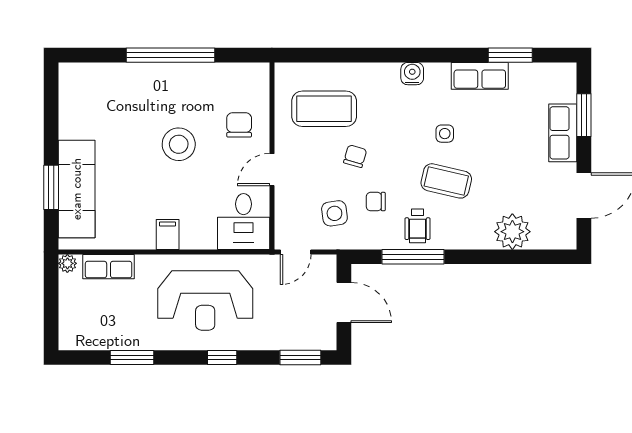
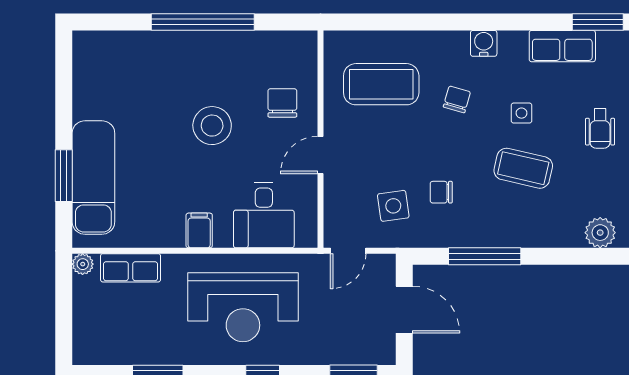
chair: (355, 156) -> (457, 99), moved
desk: (244, 221) -> (264, 215), moved
wheelchair: (417, 226) -> (600, 128), moved
plant: (512, 232) -> (600, 233), width x0.73, depth x0.73

